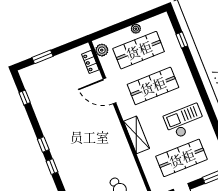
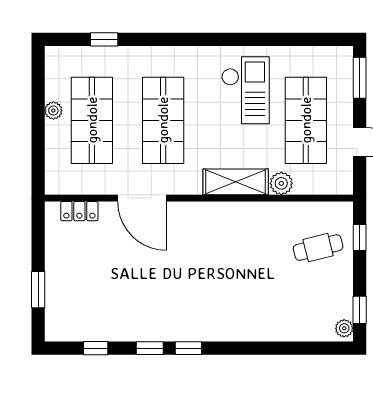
plant: (102, 50) -> (281, 183), moved
door: (109, 91) -> (142, 198), hinge flipped
checkout: (185, 121) -> (245, 90), turned 180
window: (52, 167) -> (150, 348), moved

